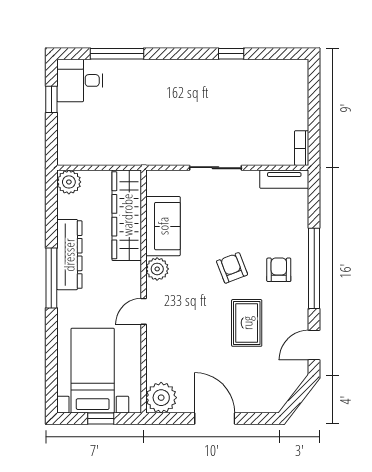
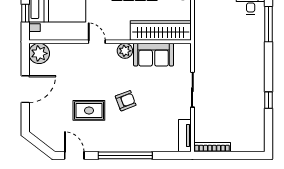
bookcase: (302, 148) -> (212, 147), width x1.56
armchair: (279, 270) -> (124, 132), removed

